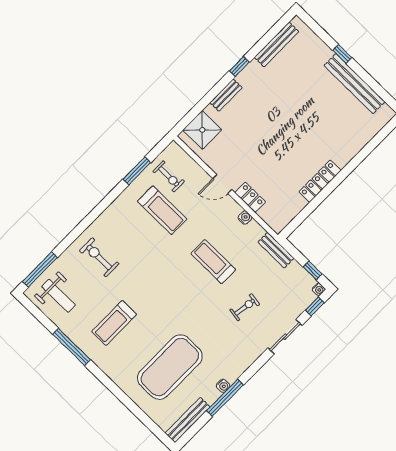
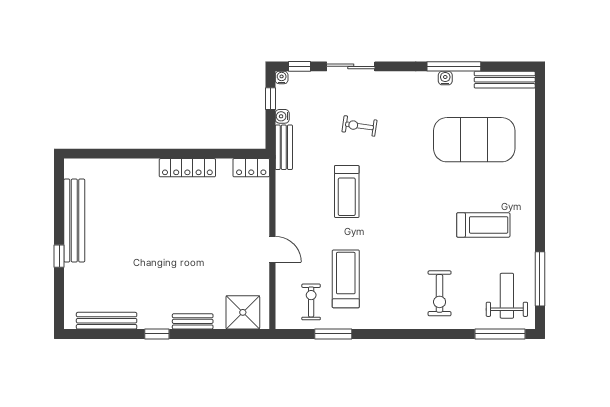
locker: (250, 197) -> (251, 168), moved, turned -90
water cooler: (245, 218) -> (282, 116), moved
window: (72, 347) -> (540, 279), moved

